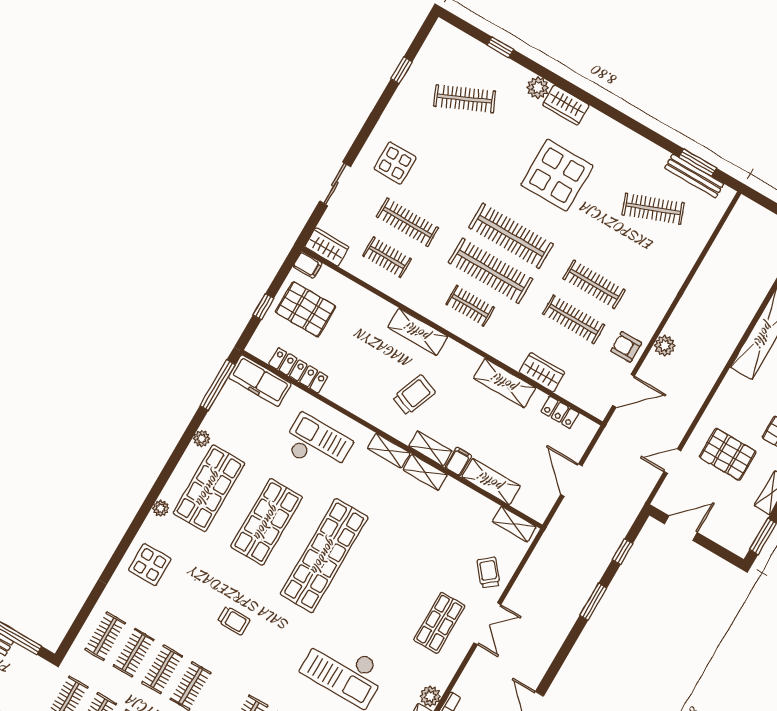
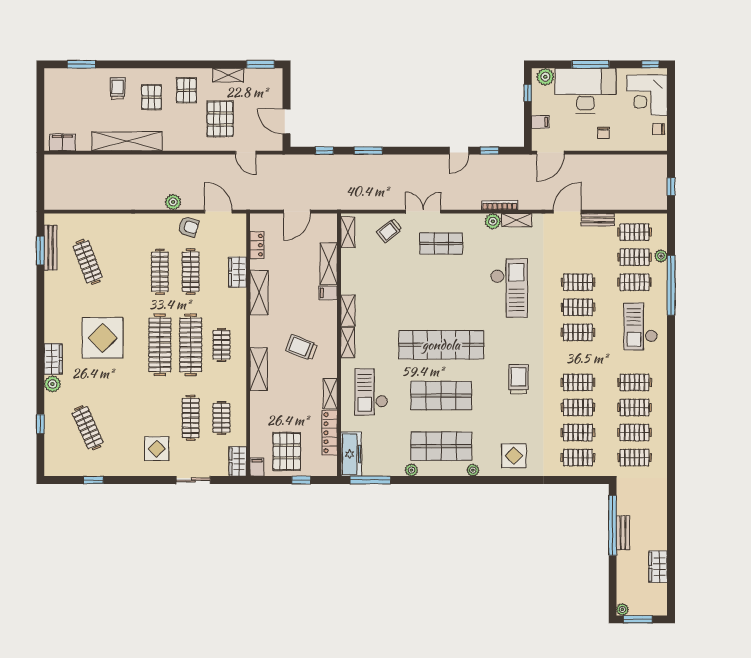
armchair: (626, 347) -> (189, 227), turned -73
shelving: (430, 449) -> (330, 394), moved
trolley: (234, 621) -> (518, 379), width x1.36, depth x1.39

